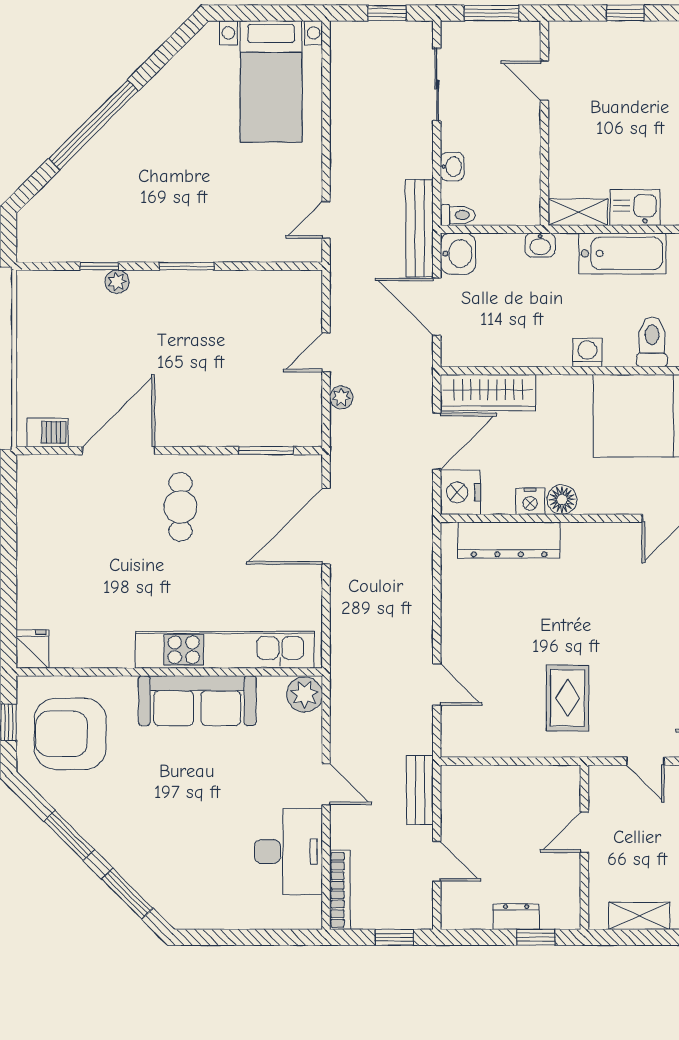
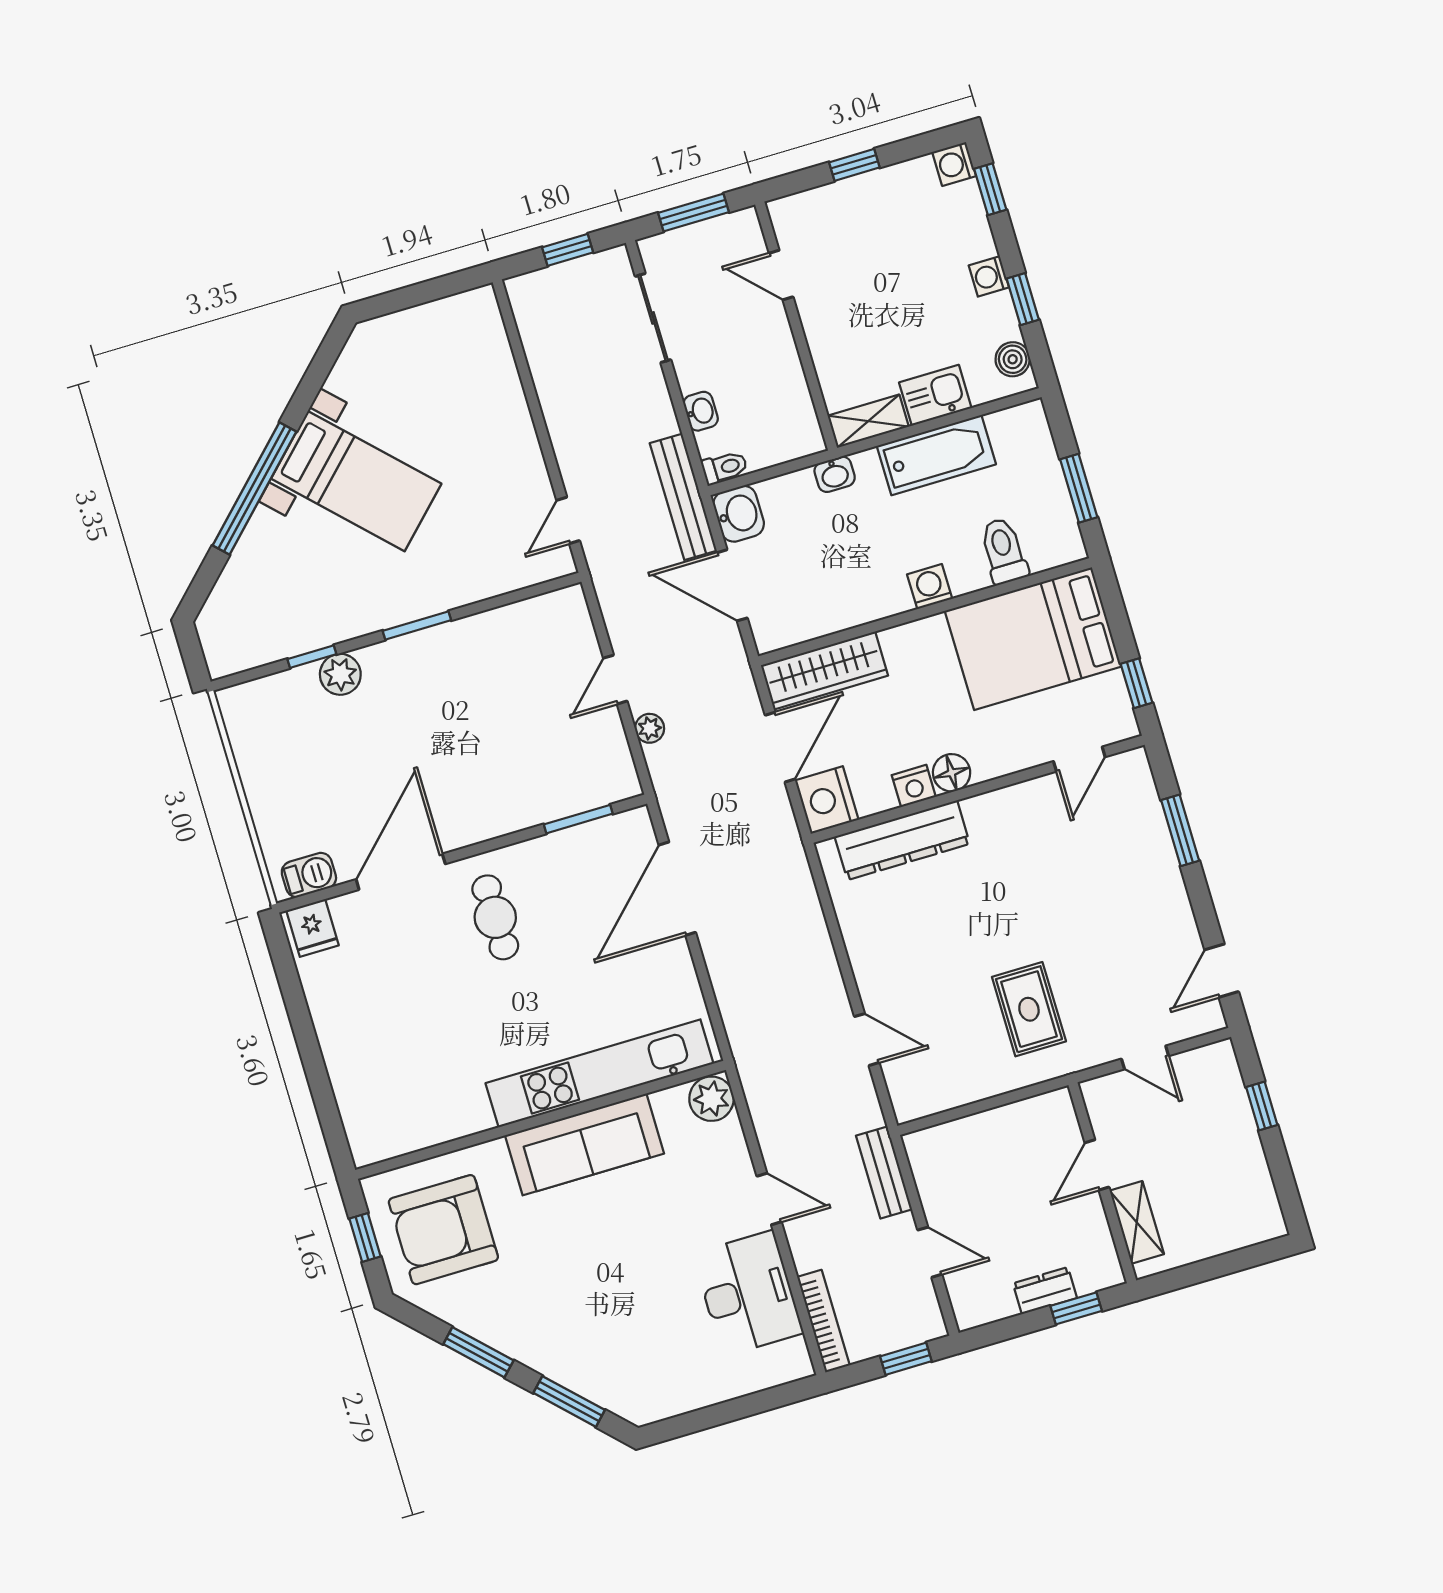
bed with nightstands: (271, 81) -> (356, 481), moved, turned -45
plant: (117, 282) -> (340, 674), width x1.38, depth x1.38
fridge: (32, 649) -> (312, 928), moved, turned 180
shelving: (639, 916) -> (1137, 1222), moved, turned 90

